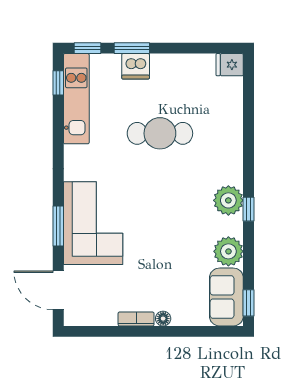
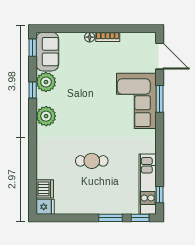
dishwasher: (136, 66) -> (45, 189), moved, turned 90
cafe table: (160, 133) -> (92, 161), width x0.73, depth x0.74
window: (249, 209) -> (33, 90), moved

